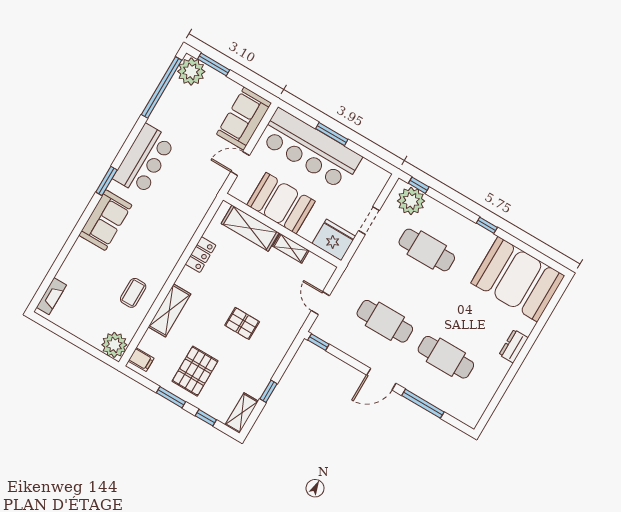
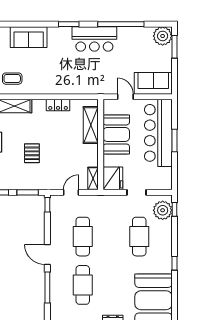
window: (162, 87) -> (121, 24), moved
sofa: (105, 220) -> (29, 37), moved
shelving: (291, 248) -> (93, 178), moved
window: (288, 358) -> (28, 192), added

